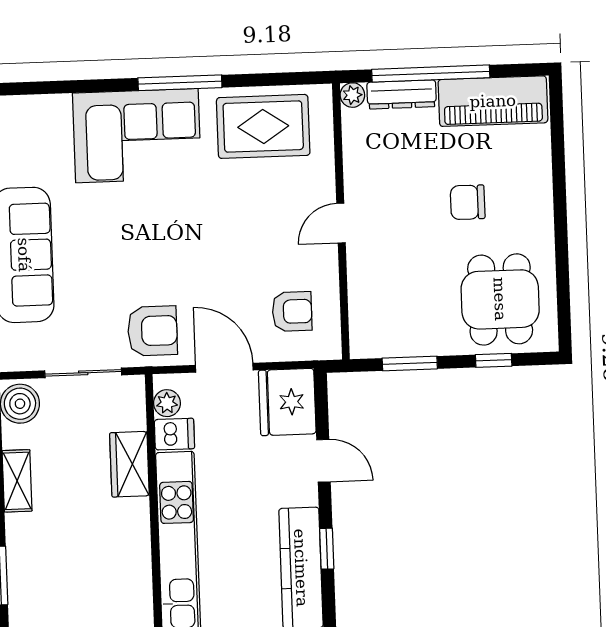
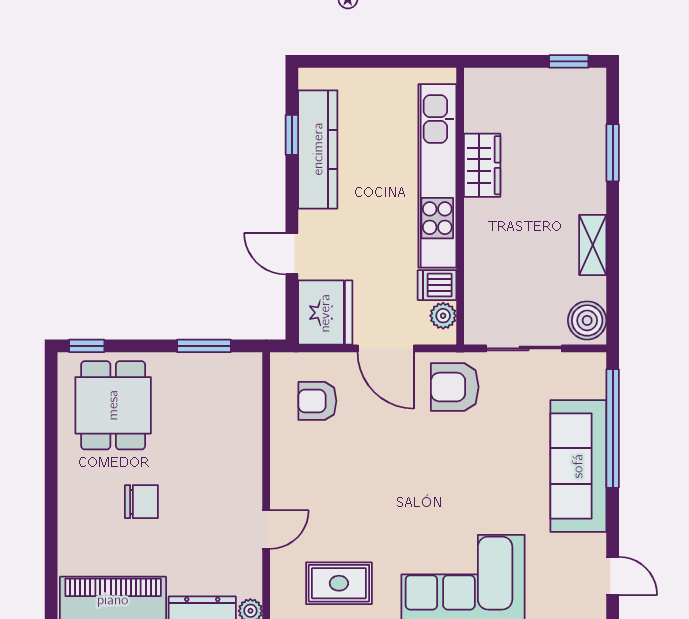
rug: (263, 126) -> (339, 583), width x0.73, depth x0.70
door: (341, 223) -> (266, 529), moved
window: (494, 360) -> (87, 346), moved
wardrobe: (129, 464) -> (482, 165), moved
window: (327, 549) -> (292, 135), moved

